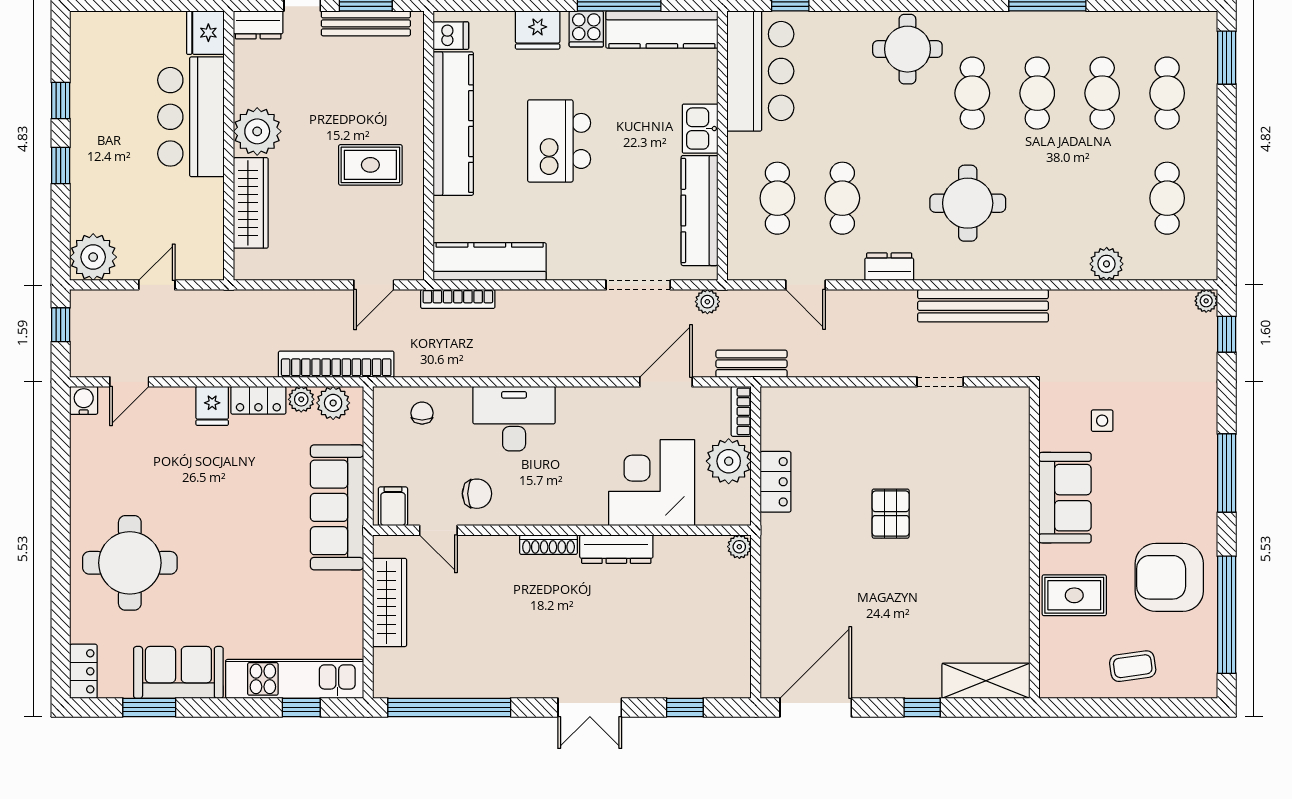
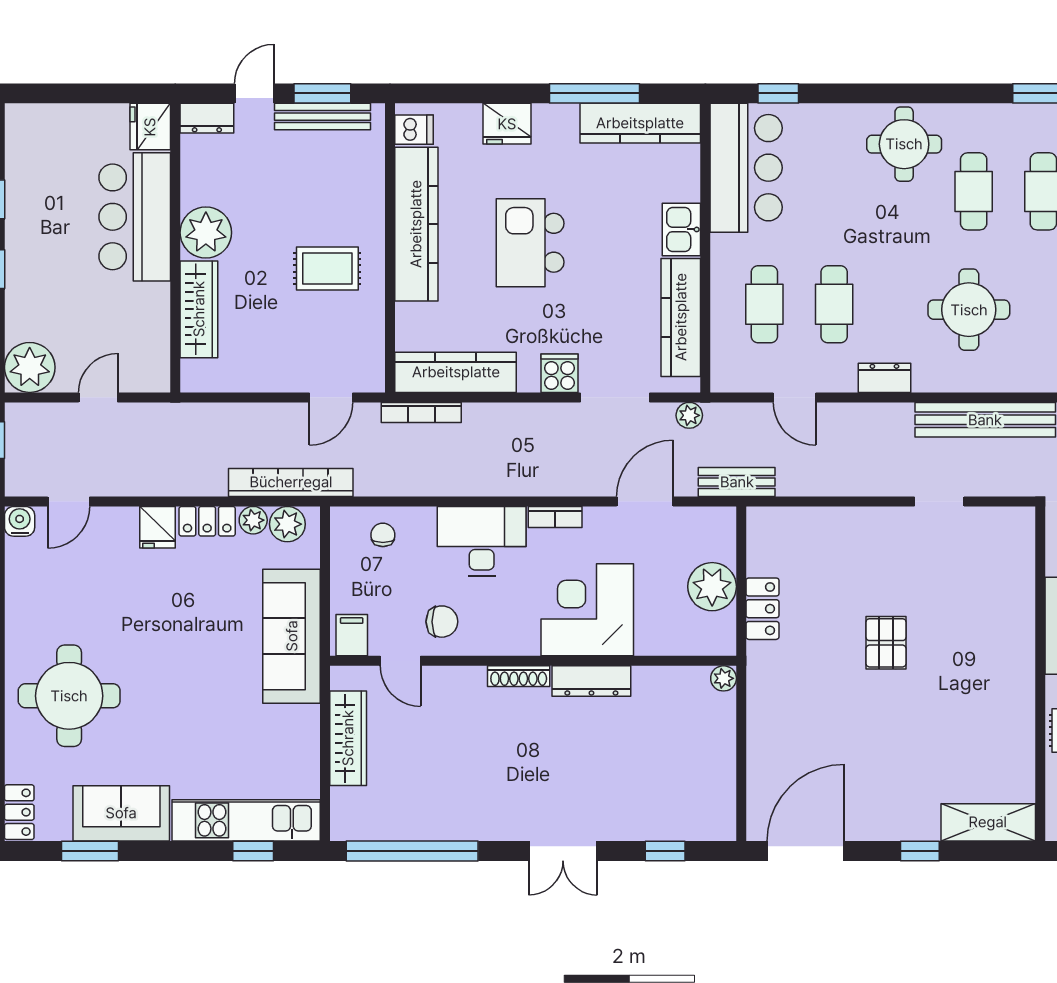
cooker: (586, 29) -> (559, 373), moved, turned 180
bookcase: (741, 411) -> (555, 517), moved, turned -90
corner desk: (652, 483) -> (587, 610), moved

